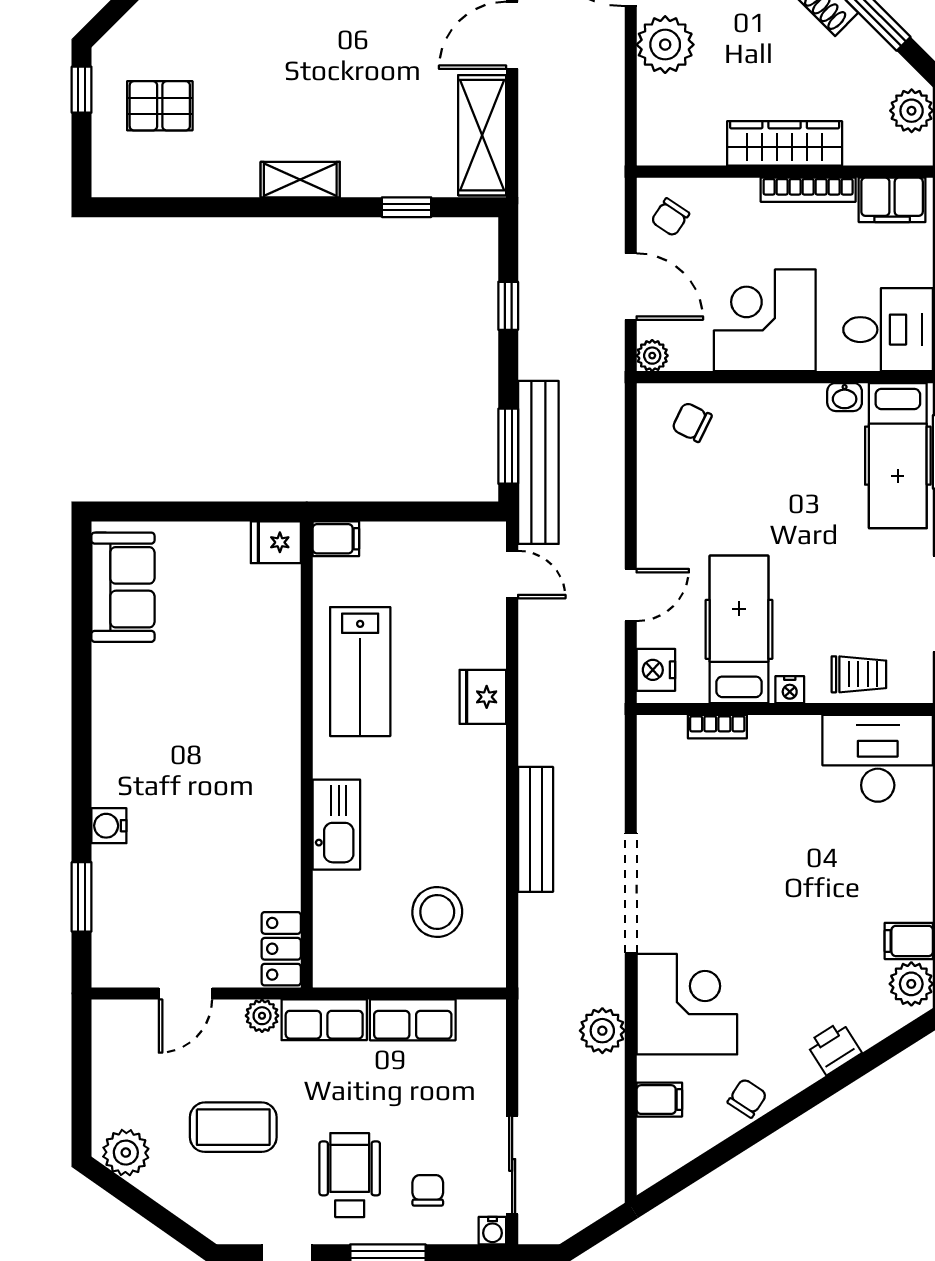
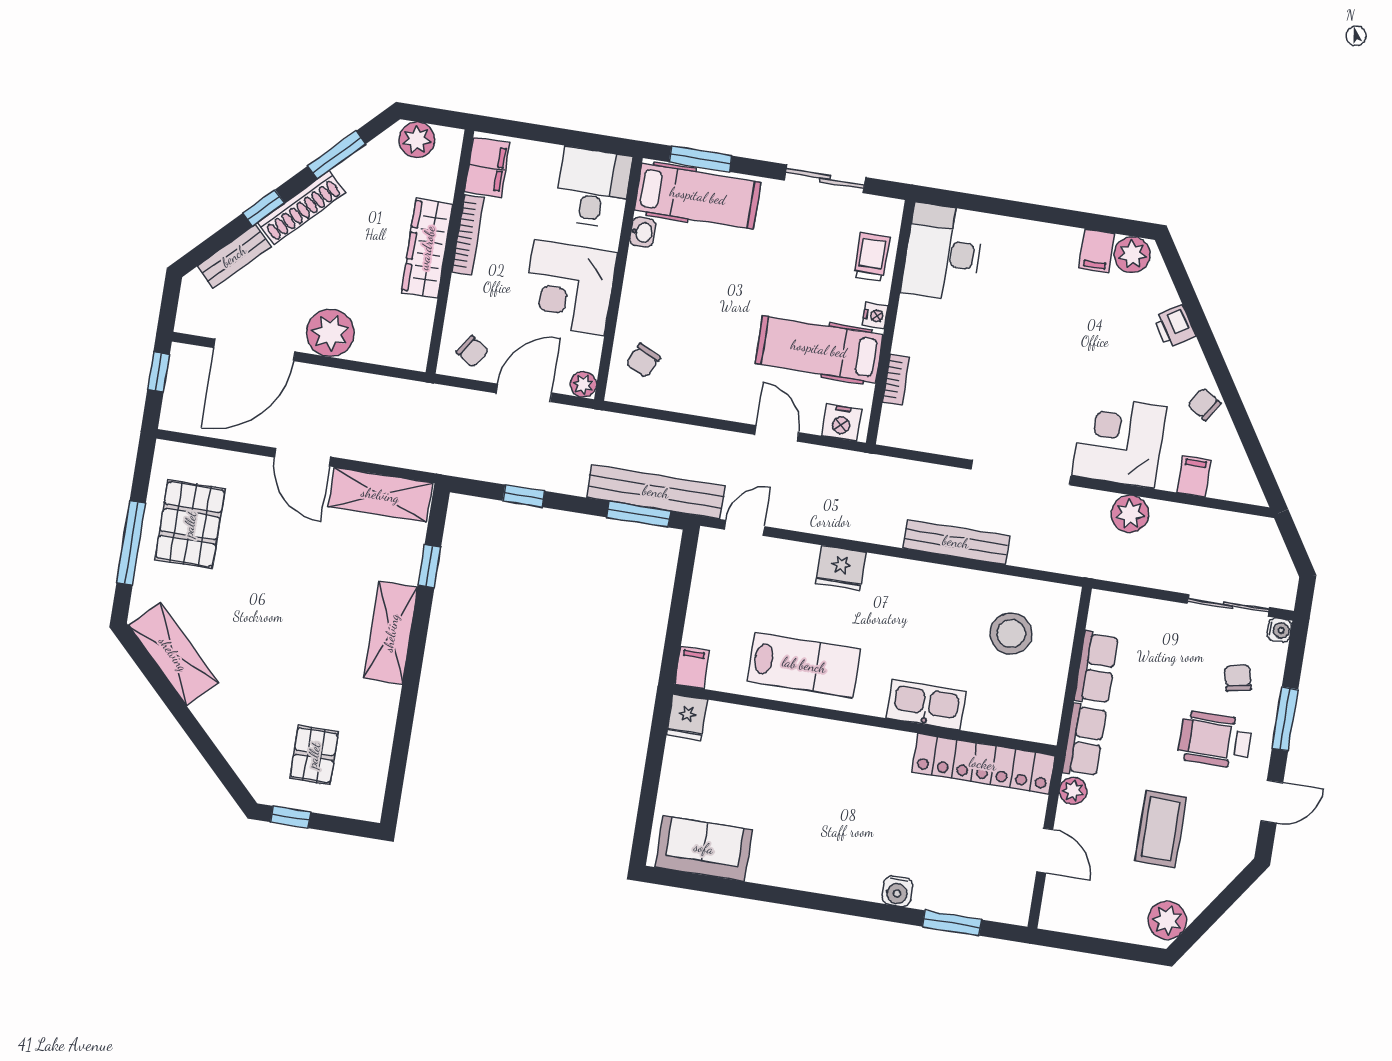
shelving: (300, 180) -> (391, 633), width x1.50, depth x1.33
locker: (281, 949) -> (983, 764), width x2.16, depth x1.21
chair: (428, 1190) -> (1238, 678), turned 77

